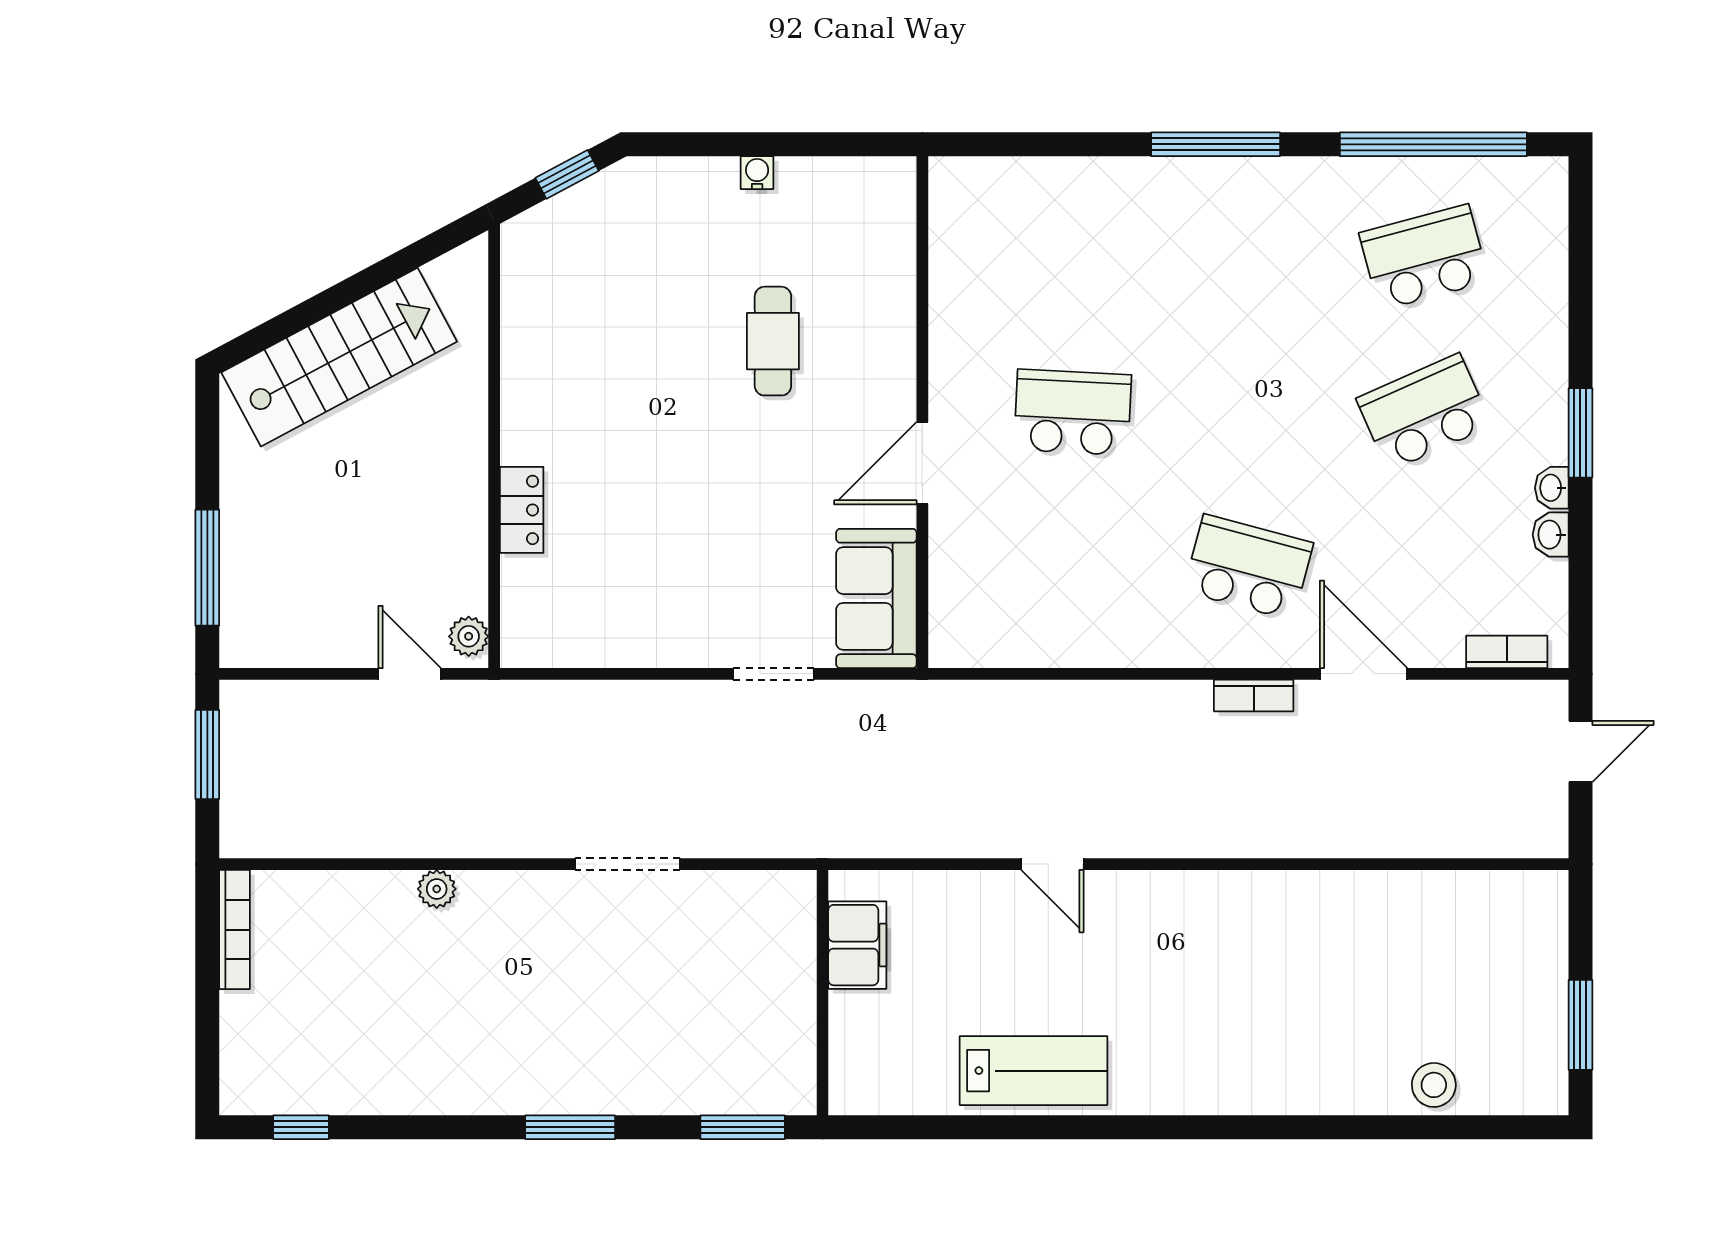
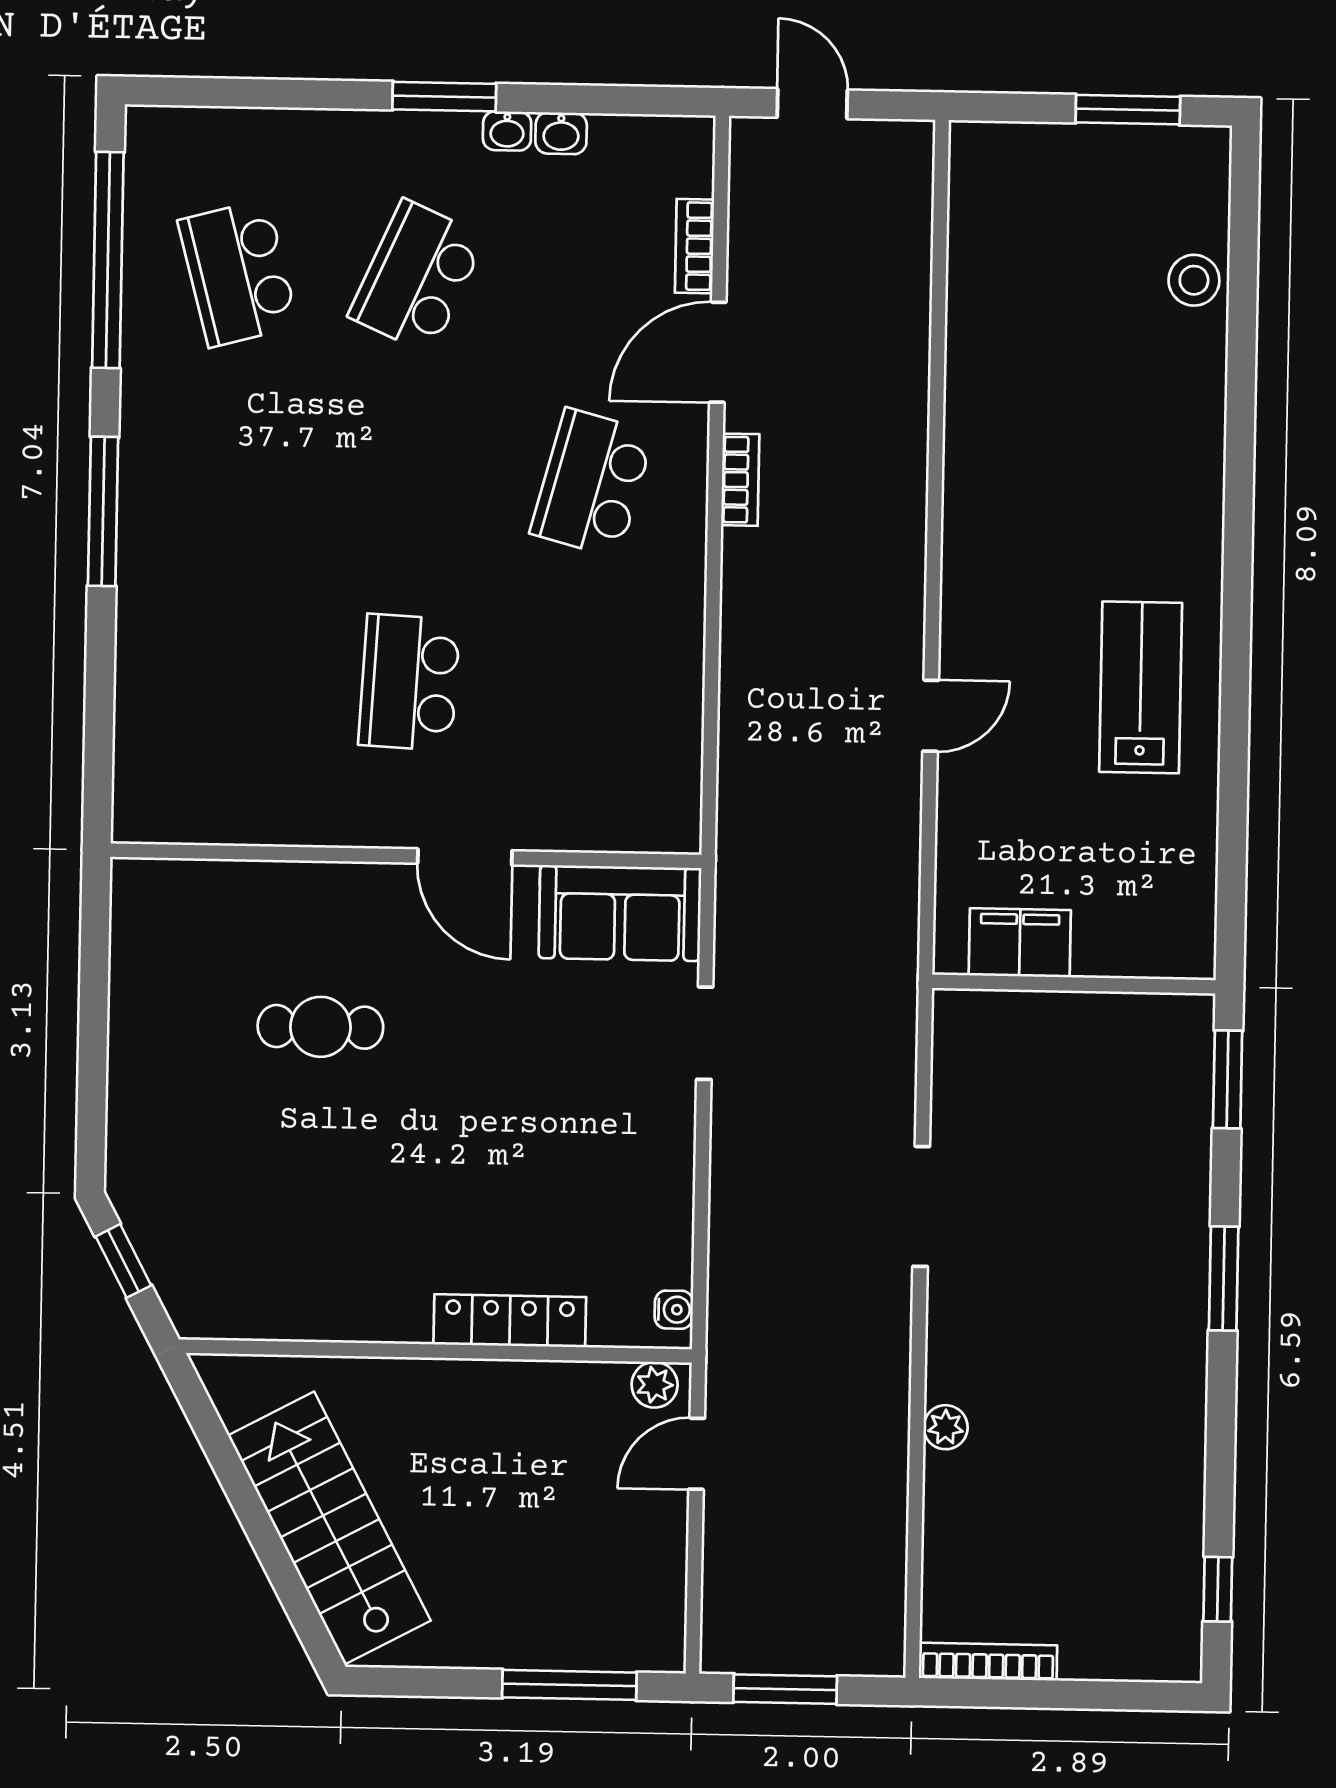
water cooler: (757, 173) -> (674, 1310), moved, turned 180
school desk: (1424, 412) -> (417, 277), turned 48
locker: (522, 510) -> (510, 1321), width x1.53
bookcase: (1507, 652) -> (694, 246), moved
lab bench: (1033, 1071) -> (1141, 687), moved

